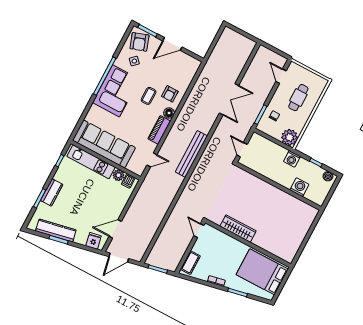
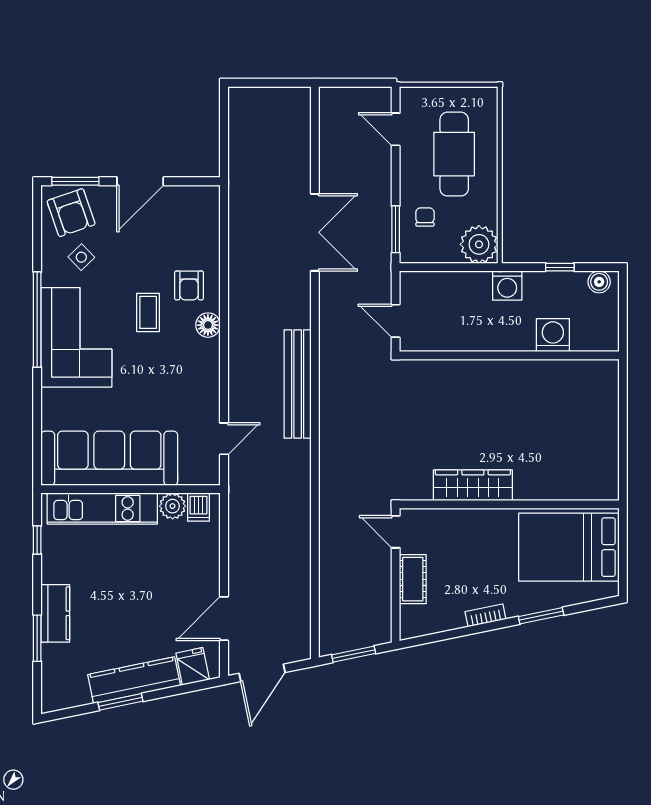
cafe table: (298, 98) -> (454, 154), width x1.37, depth x1.35
piano: (159, 130) -> (207, 370), removed
kitchen counter: (56, 231) -> (134, 680), moved
cot: (190, 263) -> (413, 579), moved

